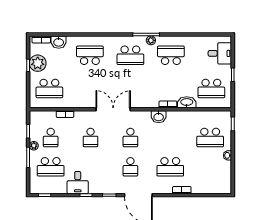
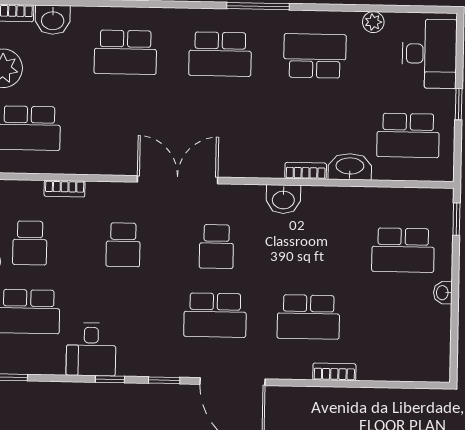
plant: (151, 40) -> (373, 22), moved
desk: (220, 53) -> (429, 54), width x1.37
school desk: (90, 55) -> (125, 52), turned 180
school desk: (130, 167) -> (215, 315), width x1.85

